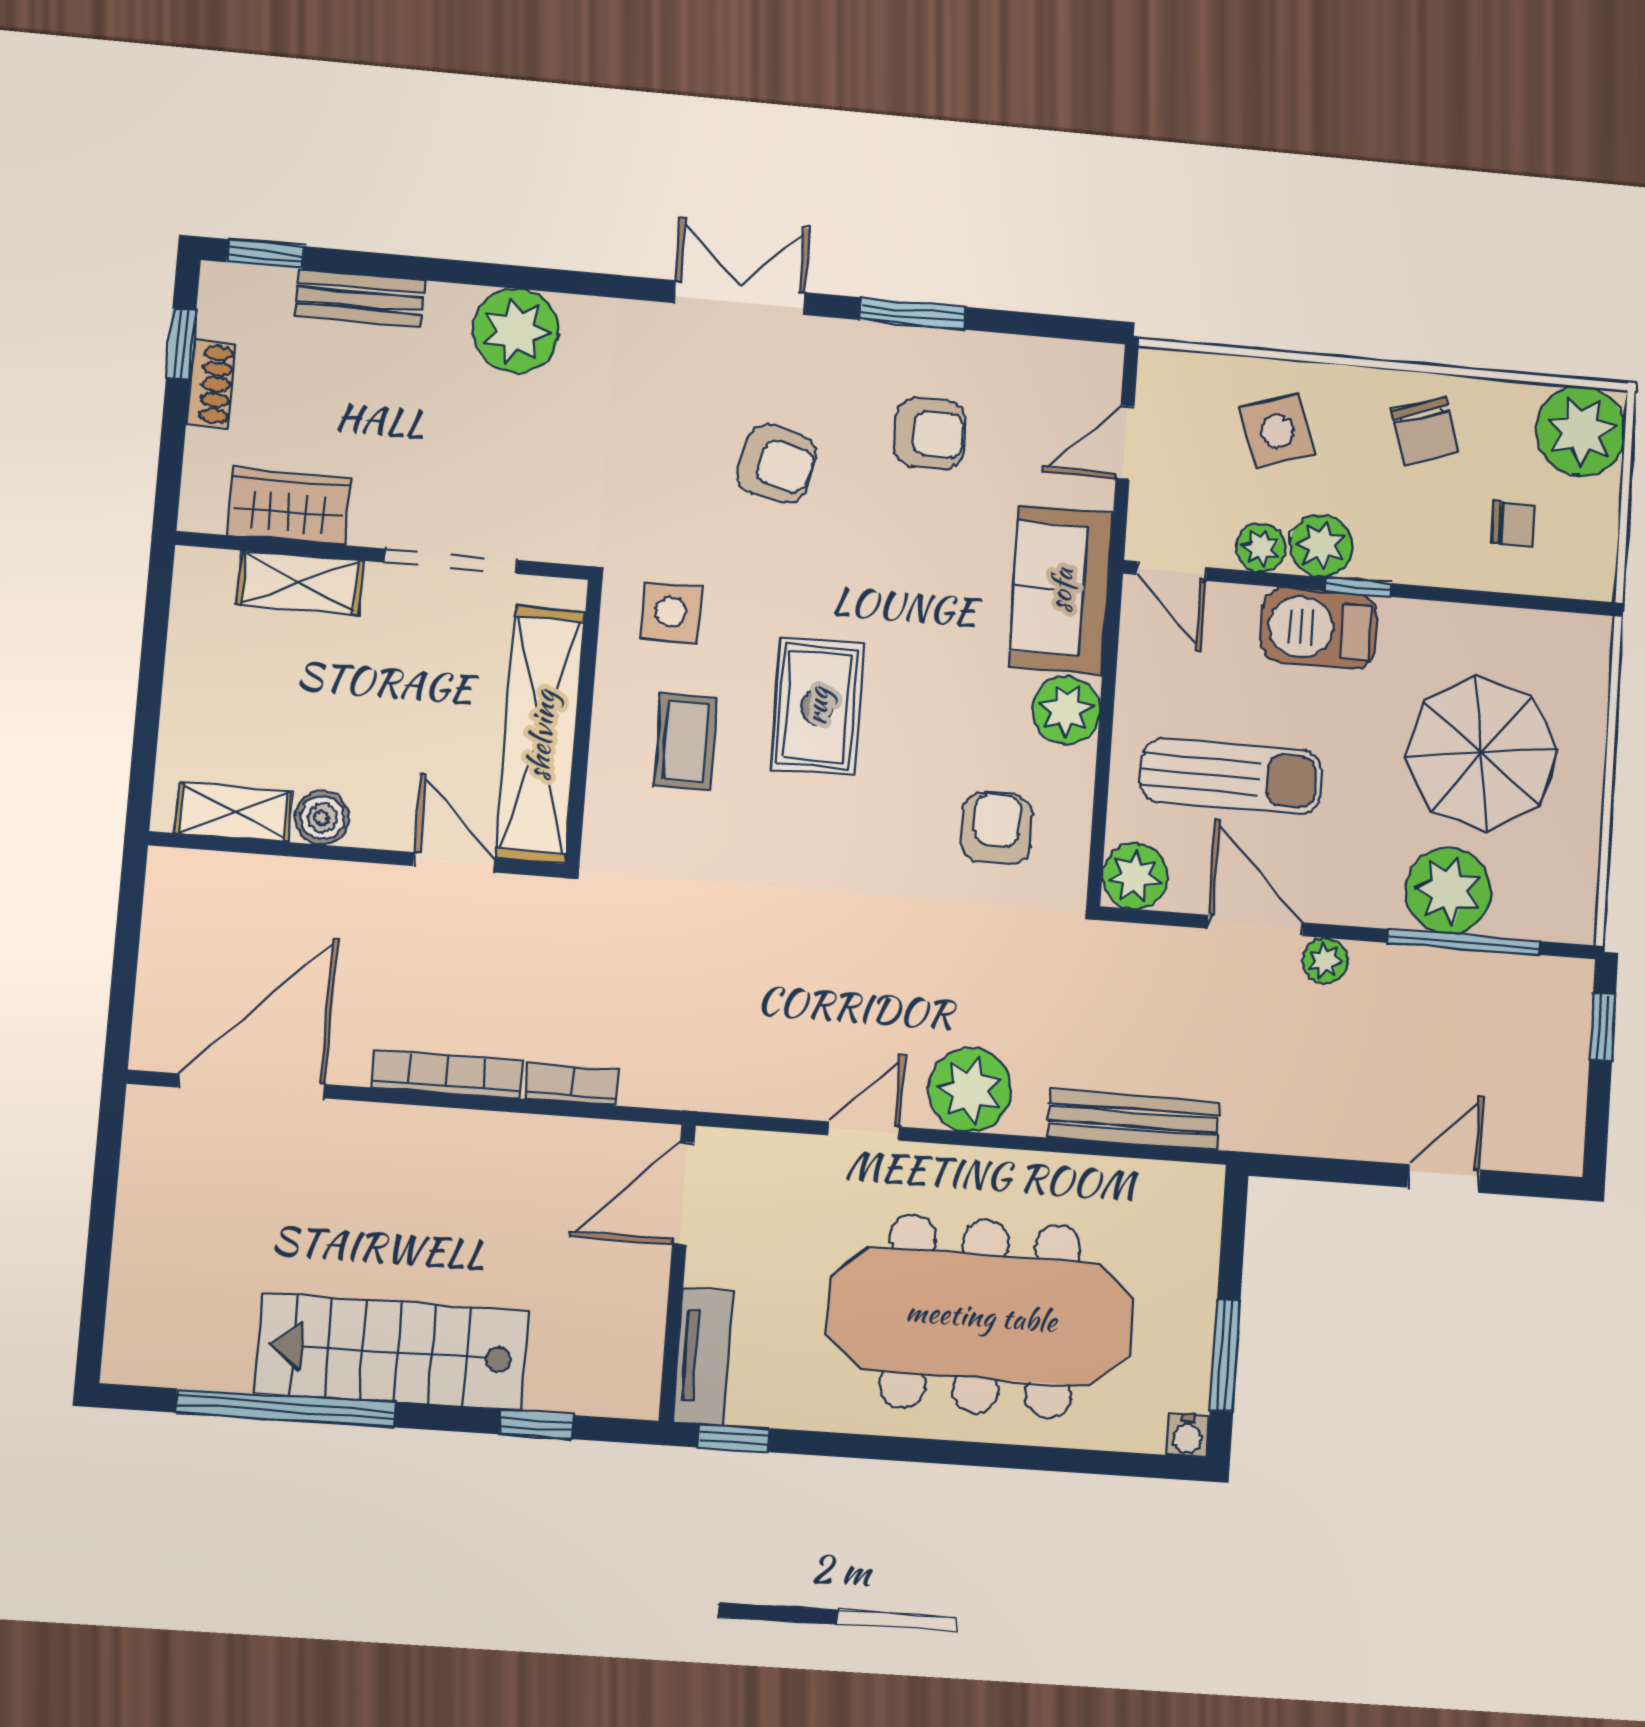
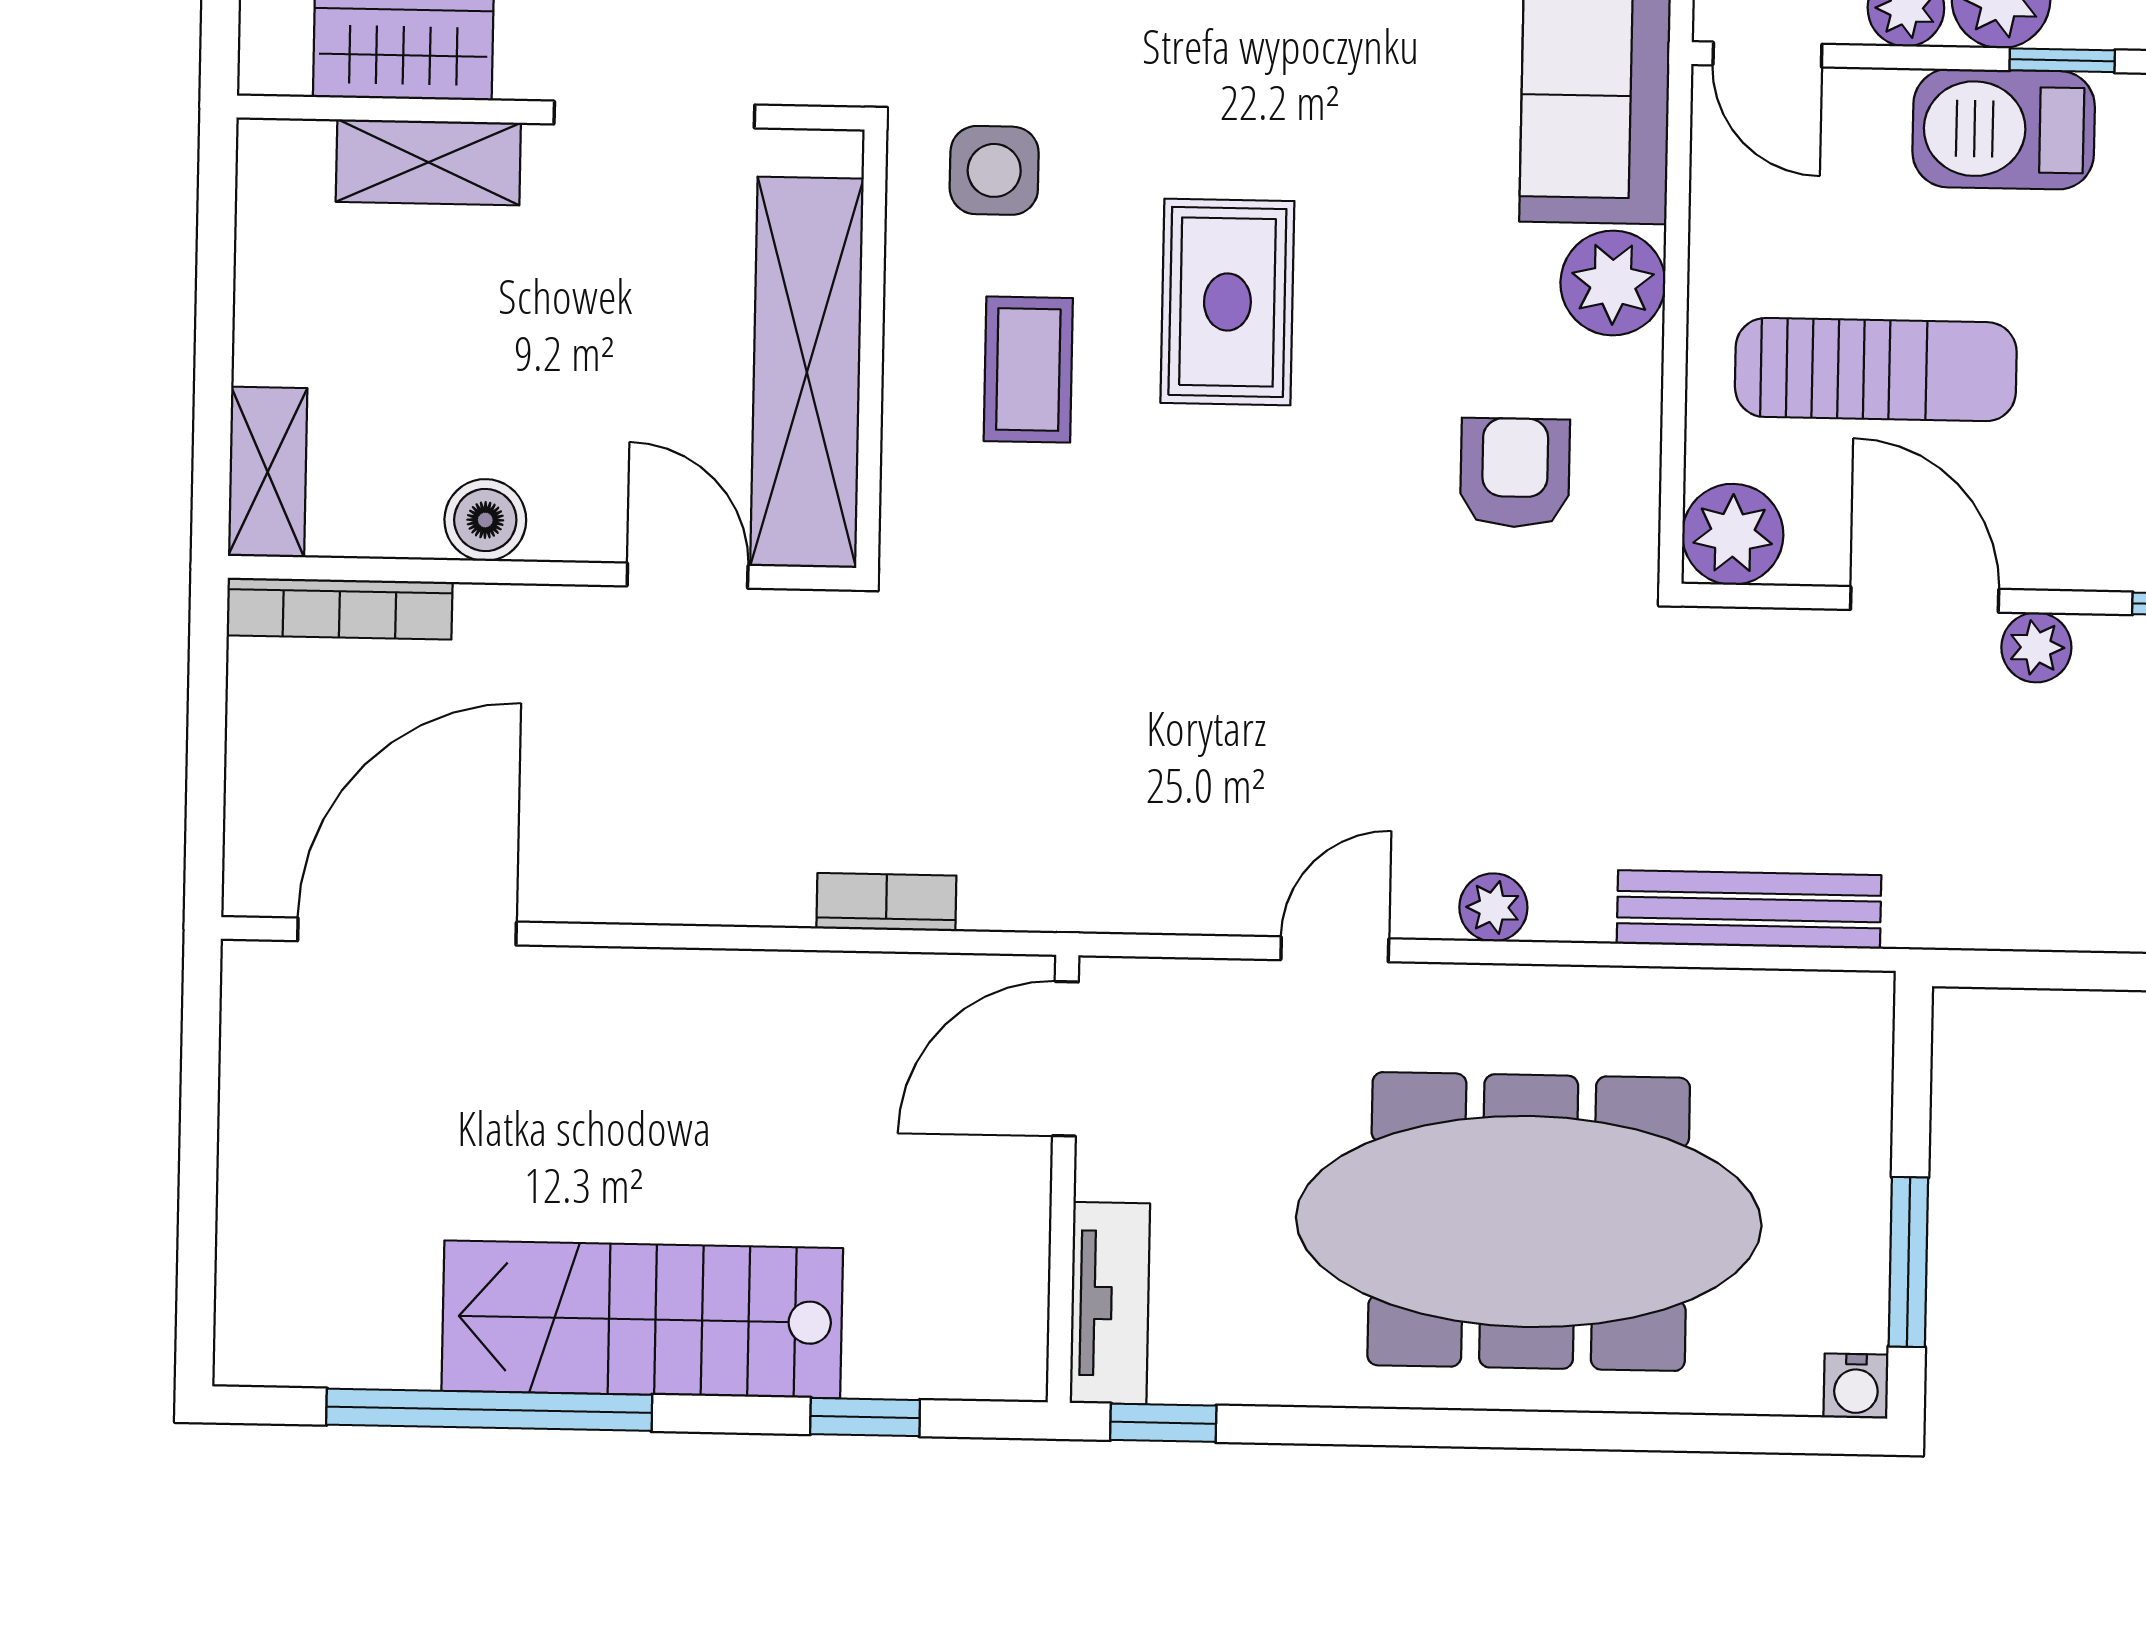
shelving: (234, 813) -> (268, 472), moved, turned 90
bookcase: (447, 1074) -> (340, 609), moved, turned 180
plant: (970, 1090) -> (1493, 907), width x0.53, depth x0.53

